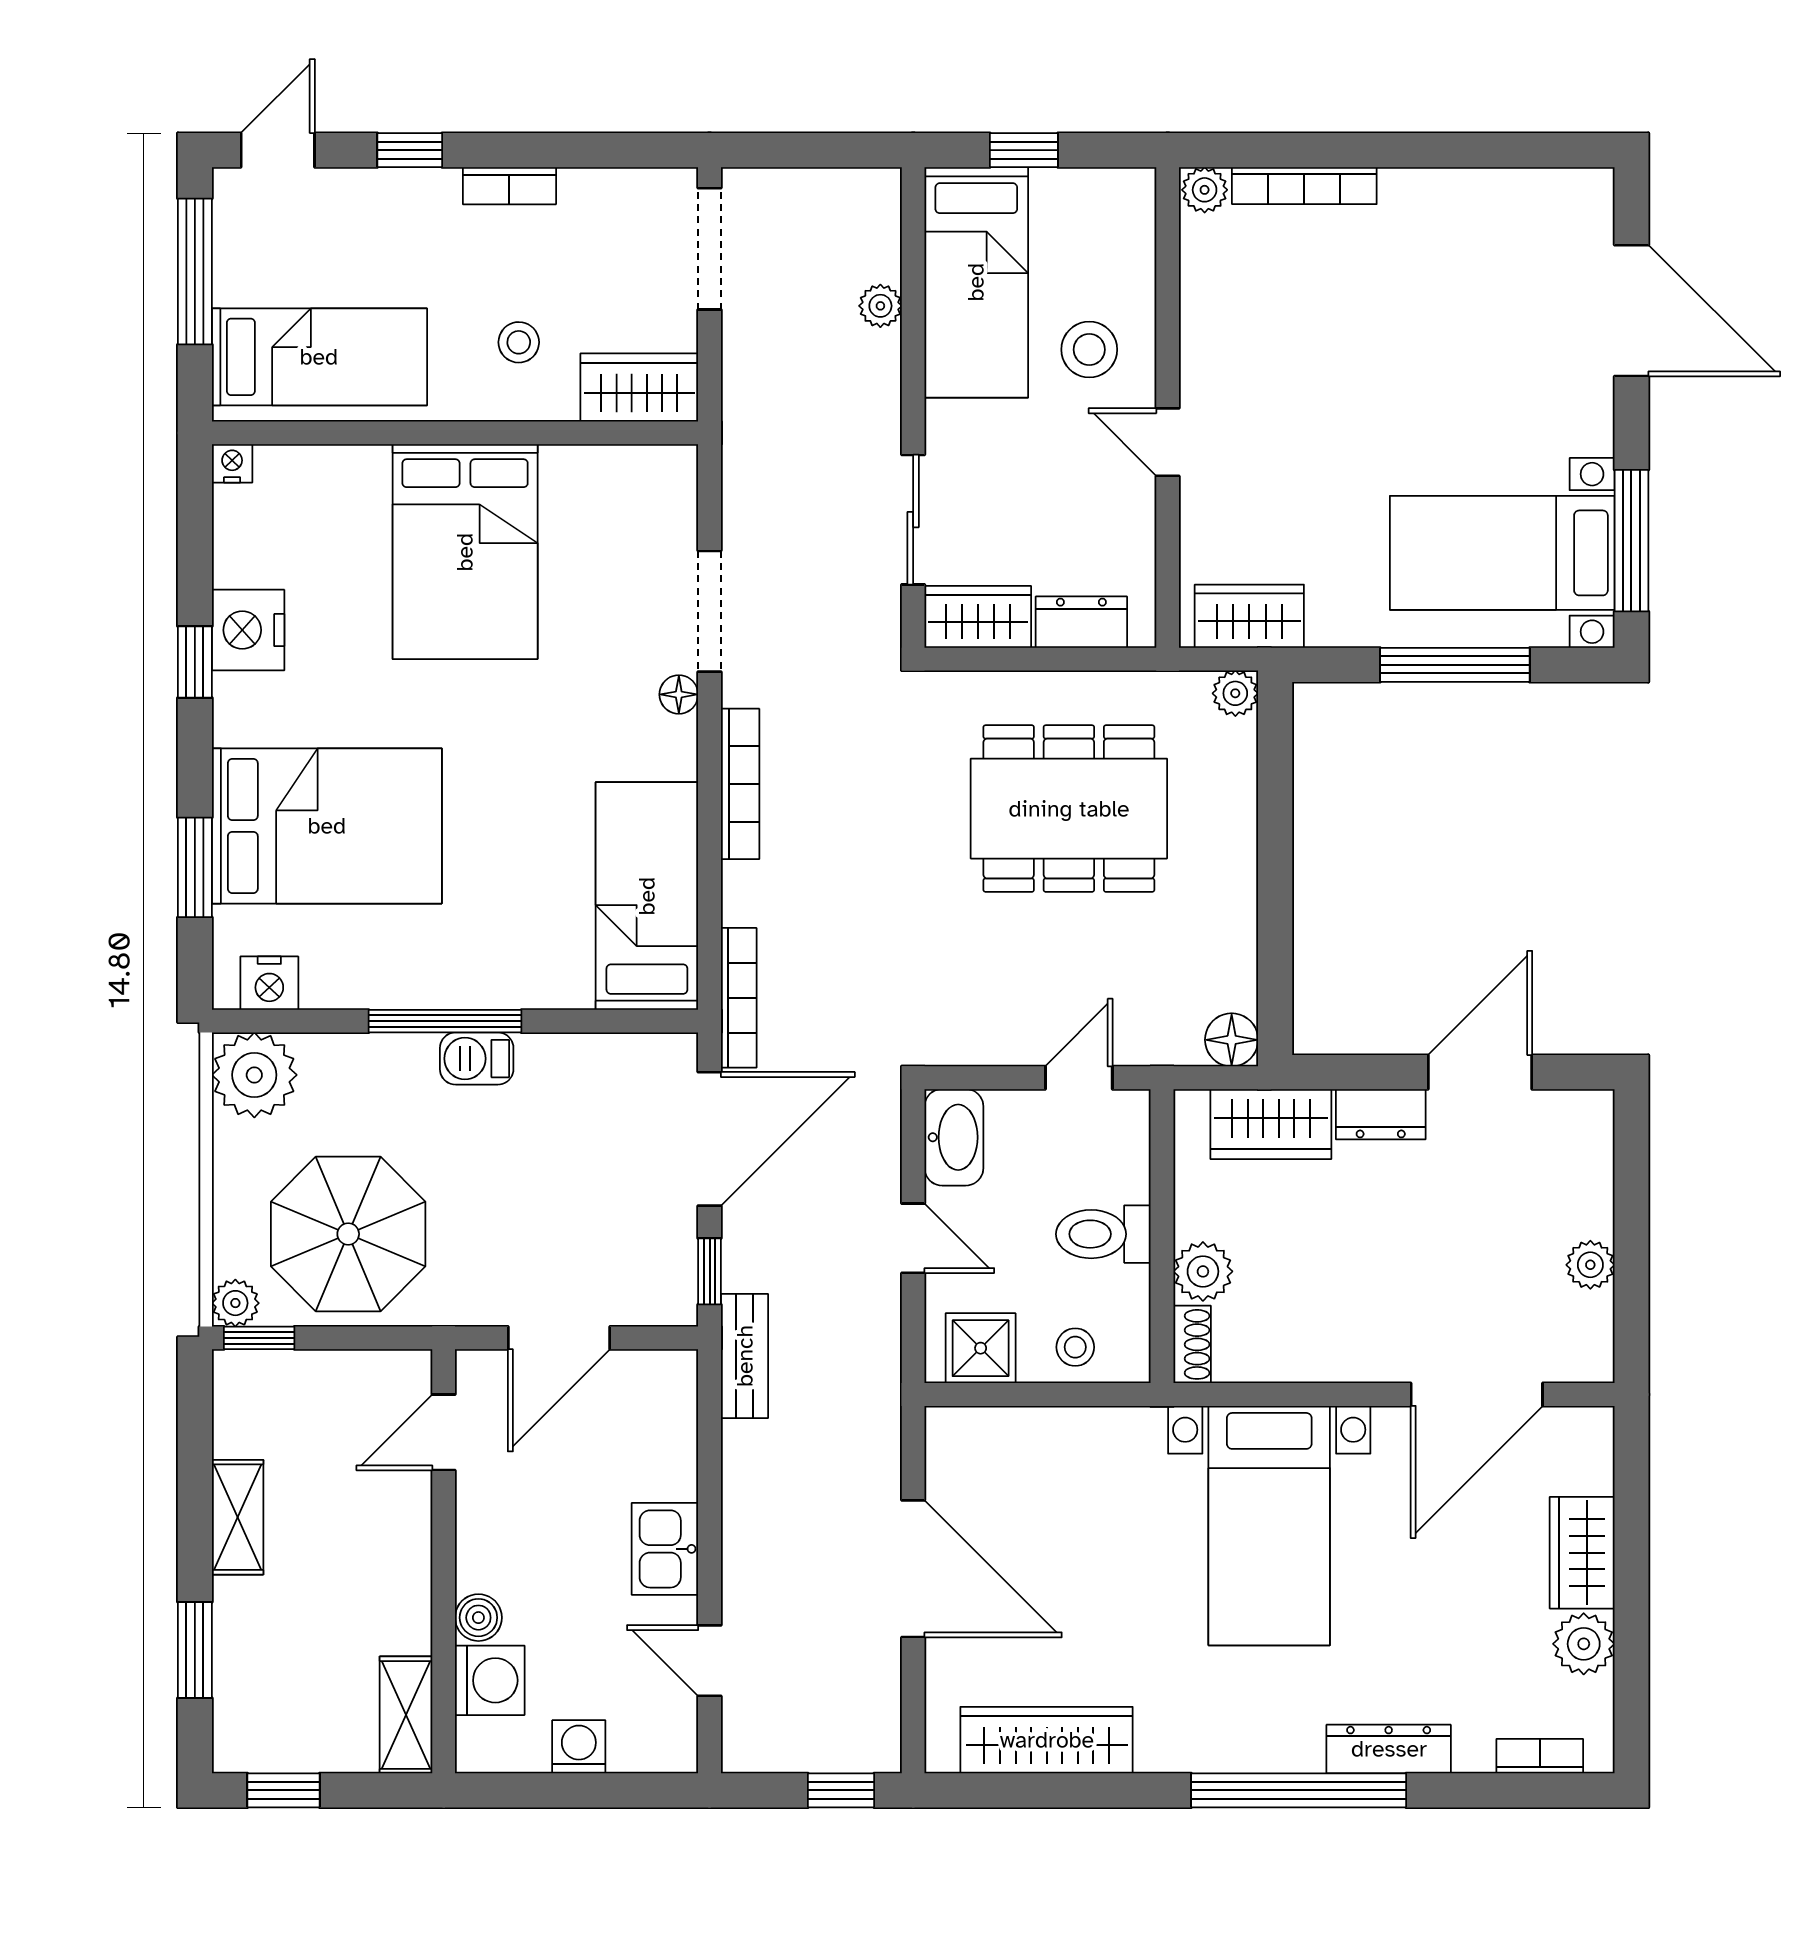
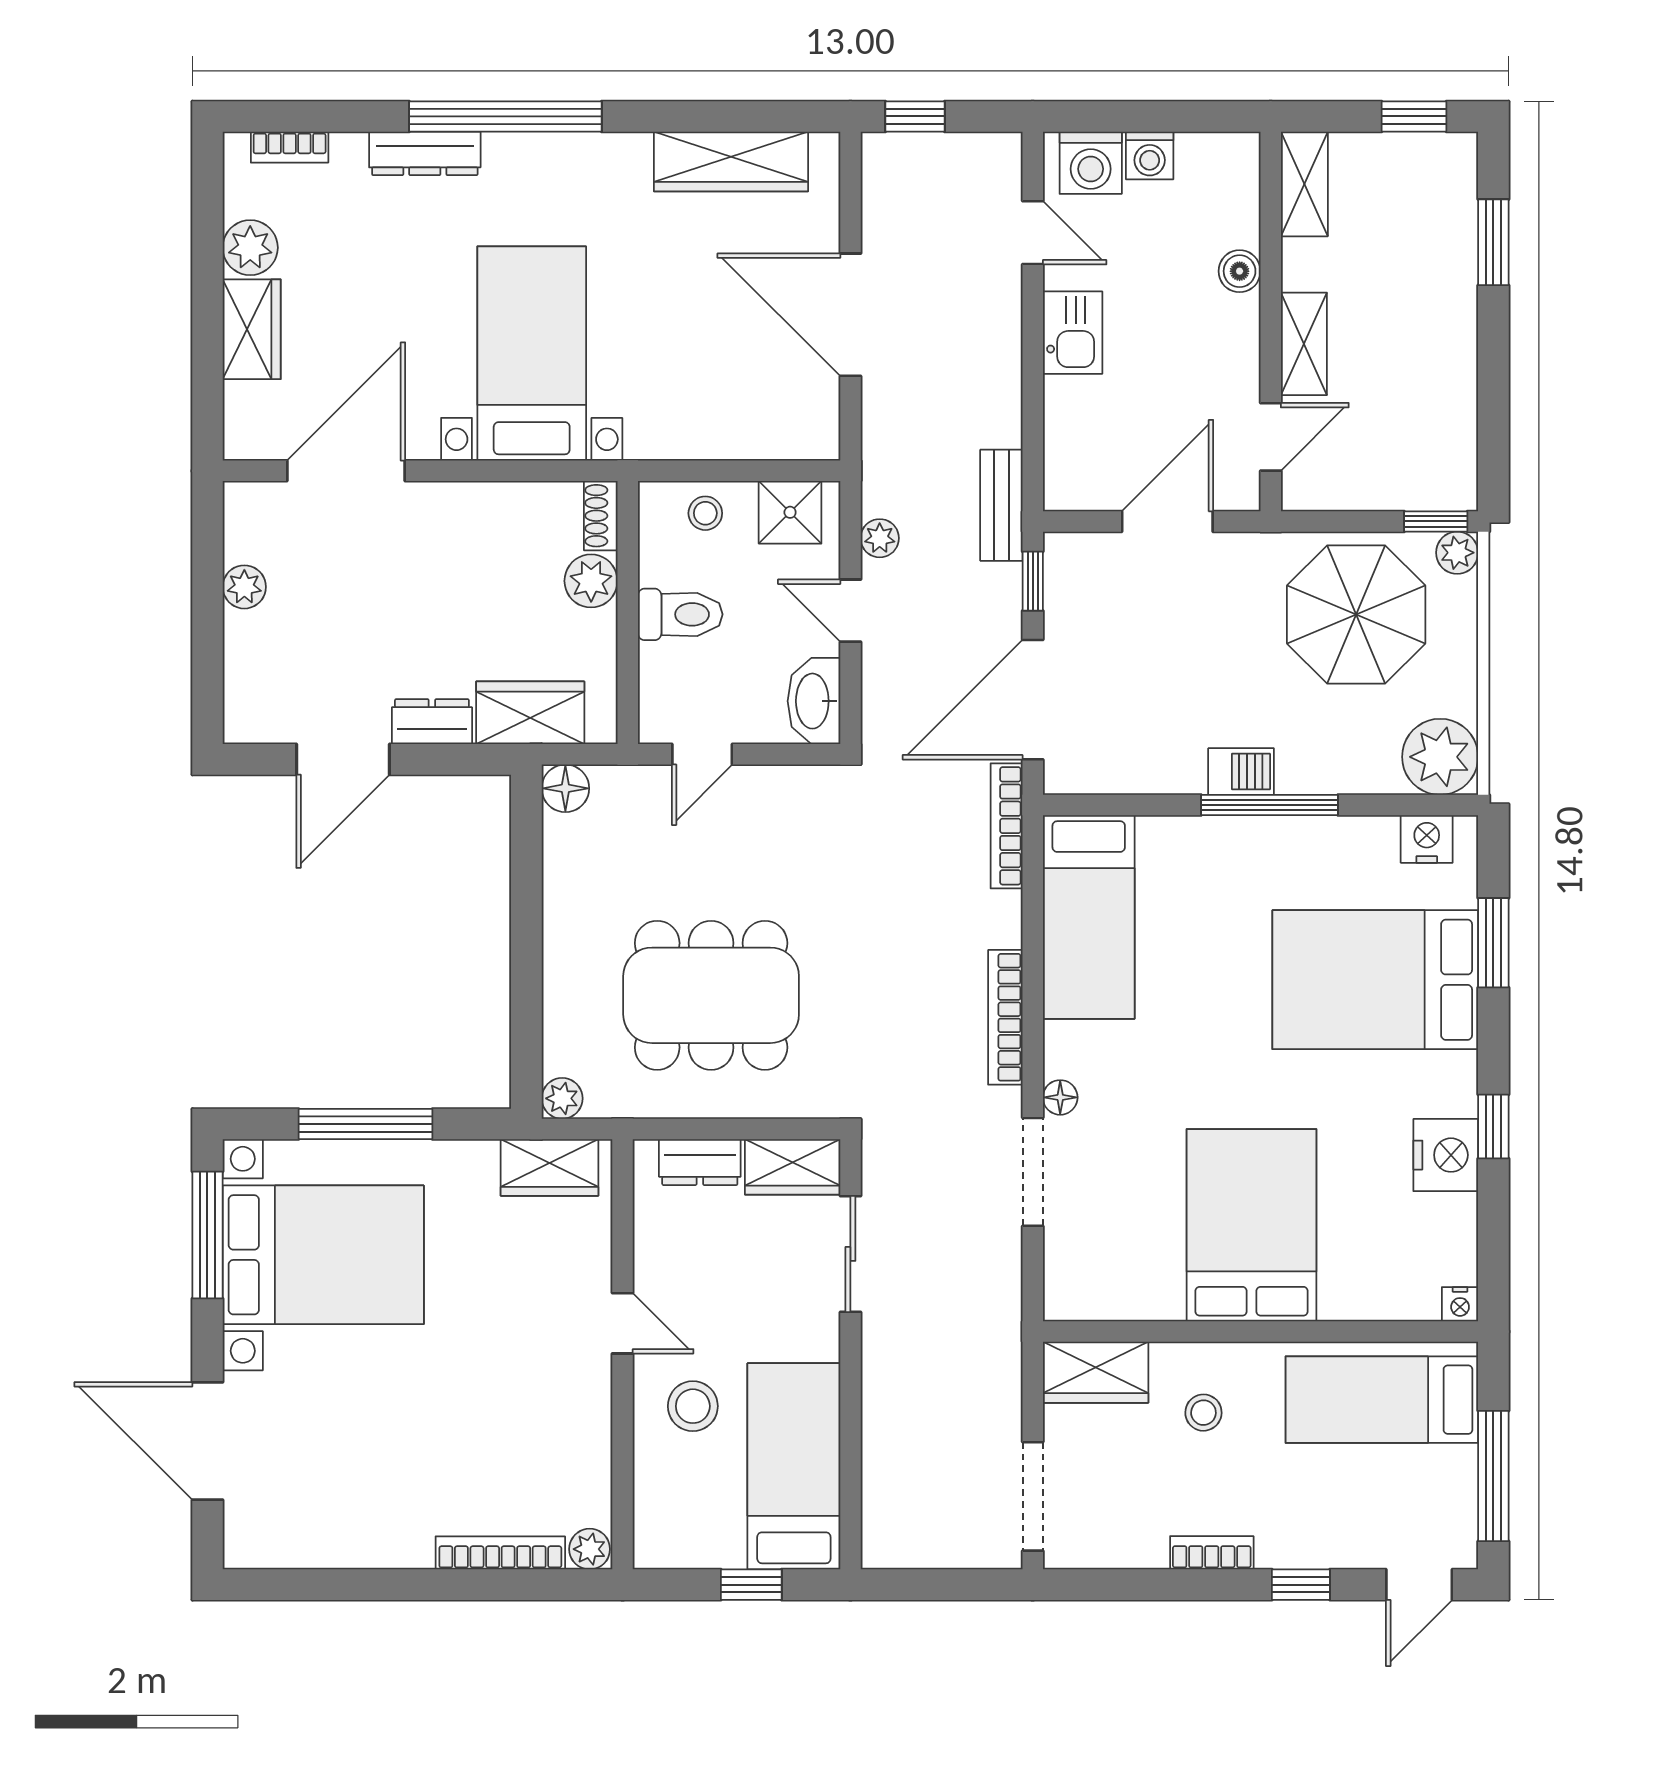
plant: (880, 306) -> (880, 538), moved
bed with nightstands: (1502, 553) -> (323, 1255), width x1.36
shelving: (238, 1517) -> (1304, 344), moved
washing machine: (490, 1680) -> (1091, 163), moved, turned -90

